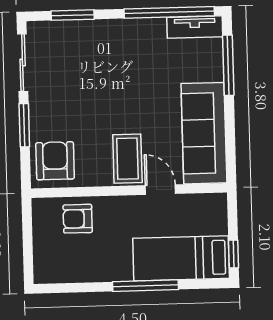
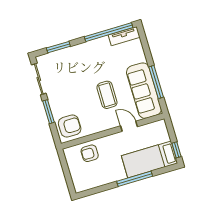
window: (228, 65) -> (156, 82), moved
coffee table: (127, 159) -> (107, 95), moved
armchair: (55, 161) -> (70, 126), turned 90

